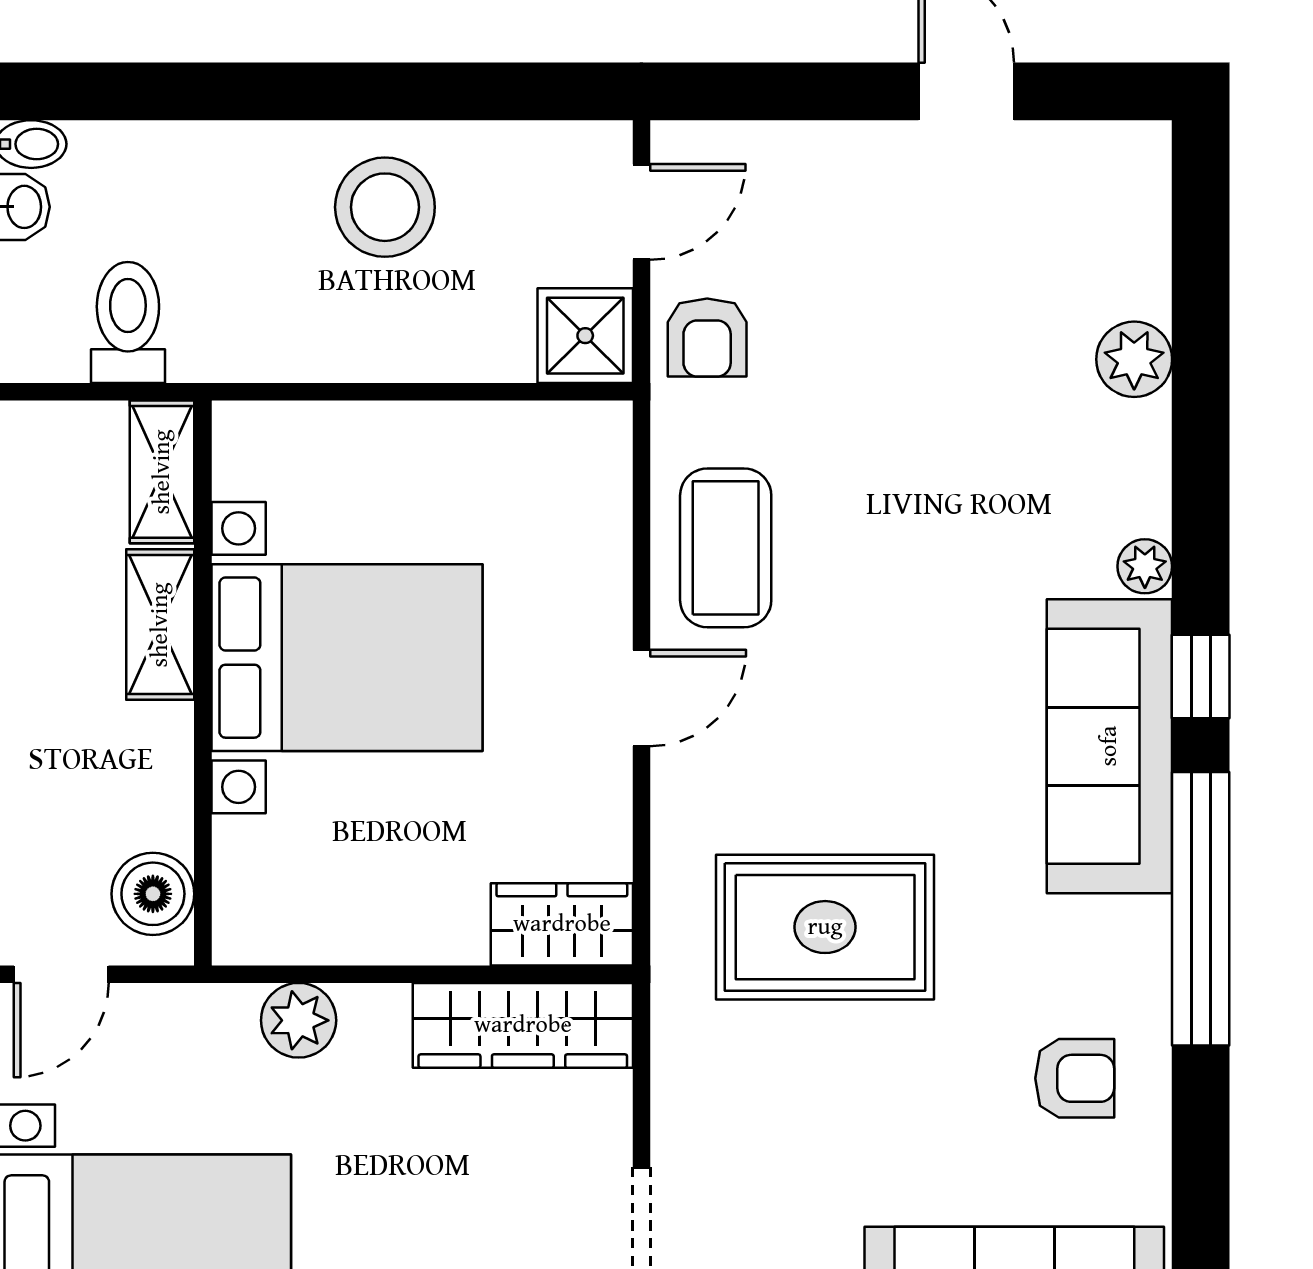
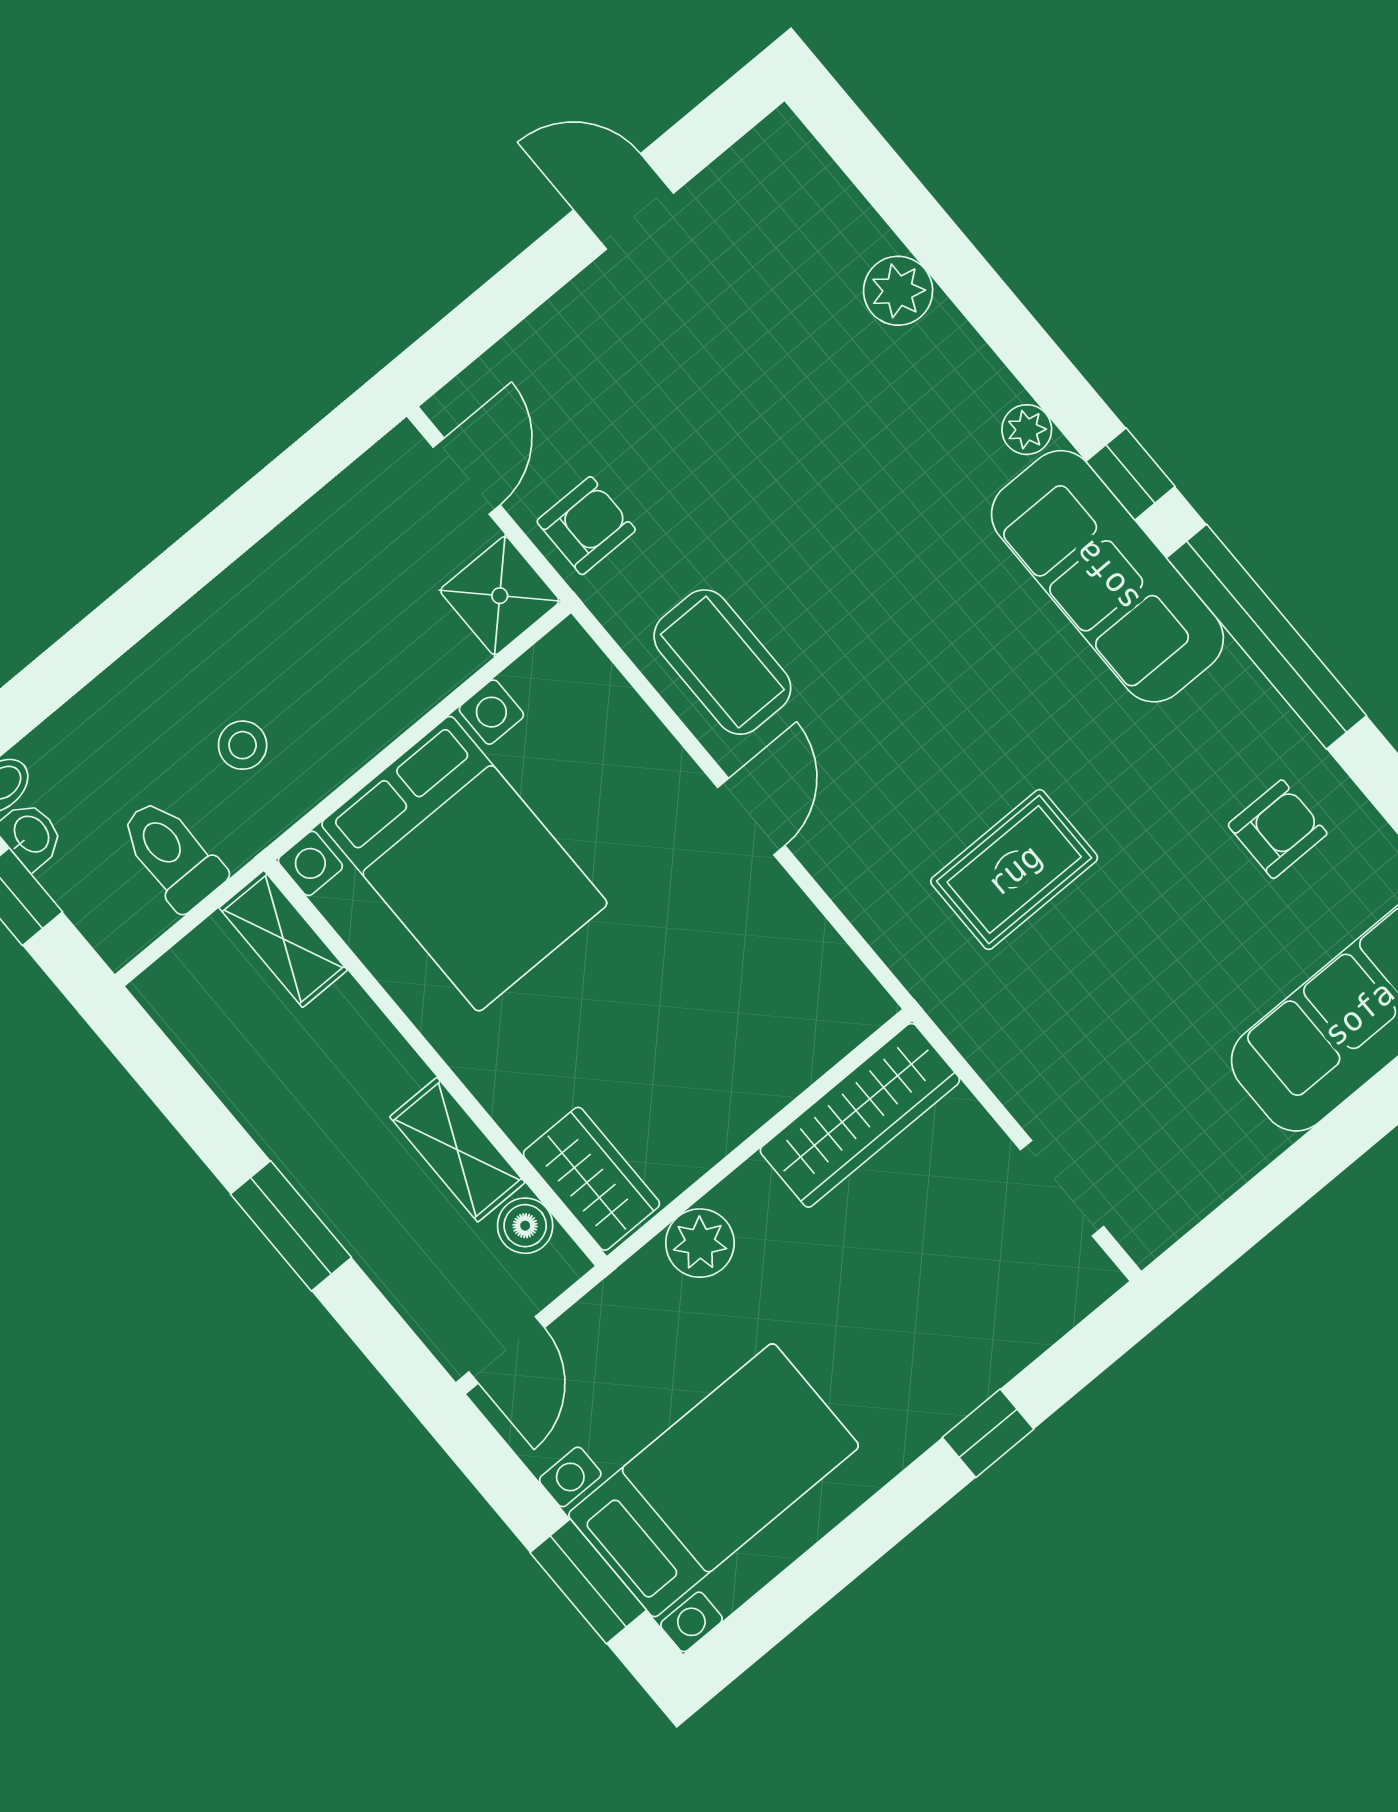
stool: (385, 207) -> (243, 745), moved, width x0.53, depth x0.53
armchair: (707, 338) -> (586, 526), turned -90
shelving: (160, 625) -> (457, 1150), moved
bed with nightstands: (347, 658) -> (464, 864), moved, turned 90
boiler: (153, 894) -> (525, 1226), width x0.73, depth x0.73
wardrobe: (562, 924) -> (591, 1179), moved, turned 90
rug: (825, 927) -> (1014, 870), width x0.73, depth x0.70

